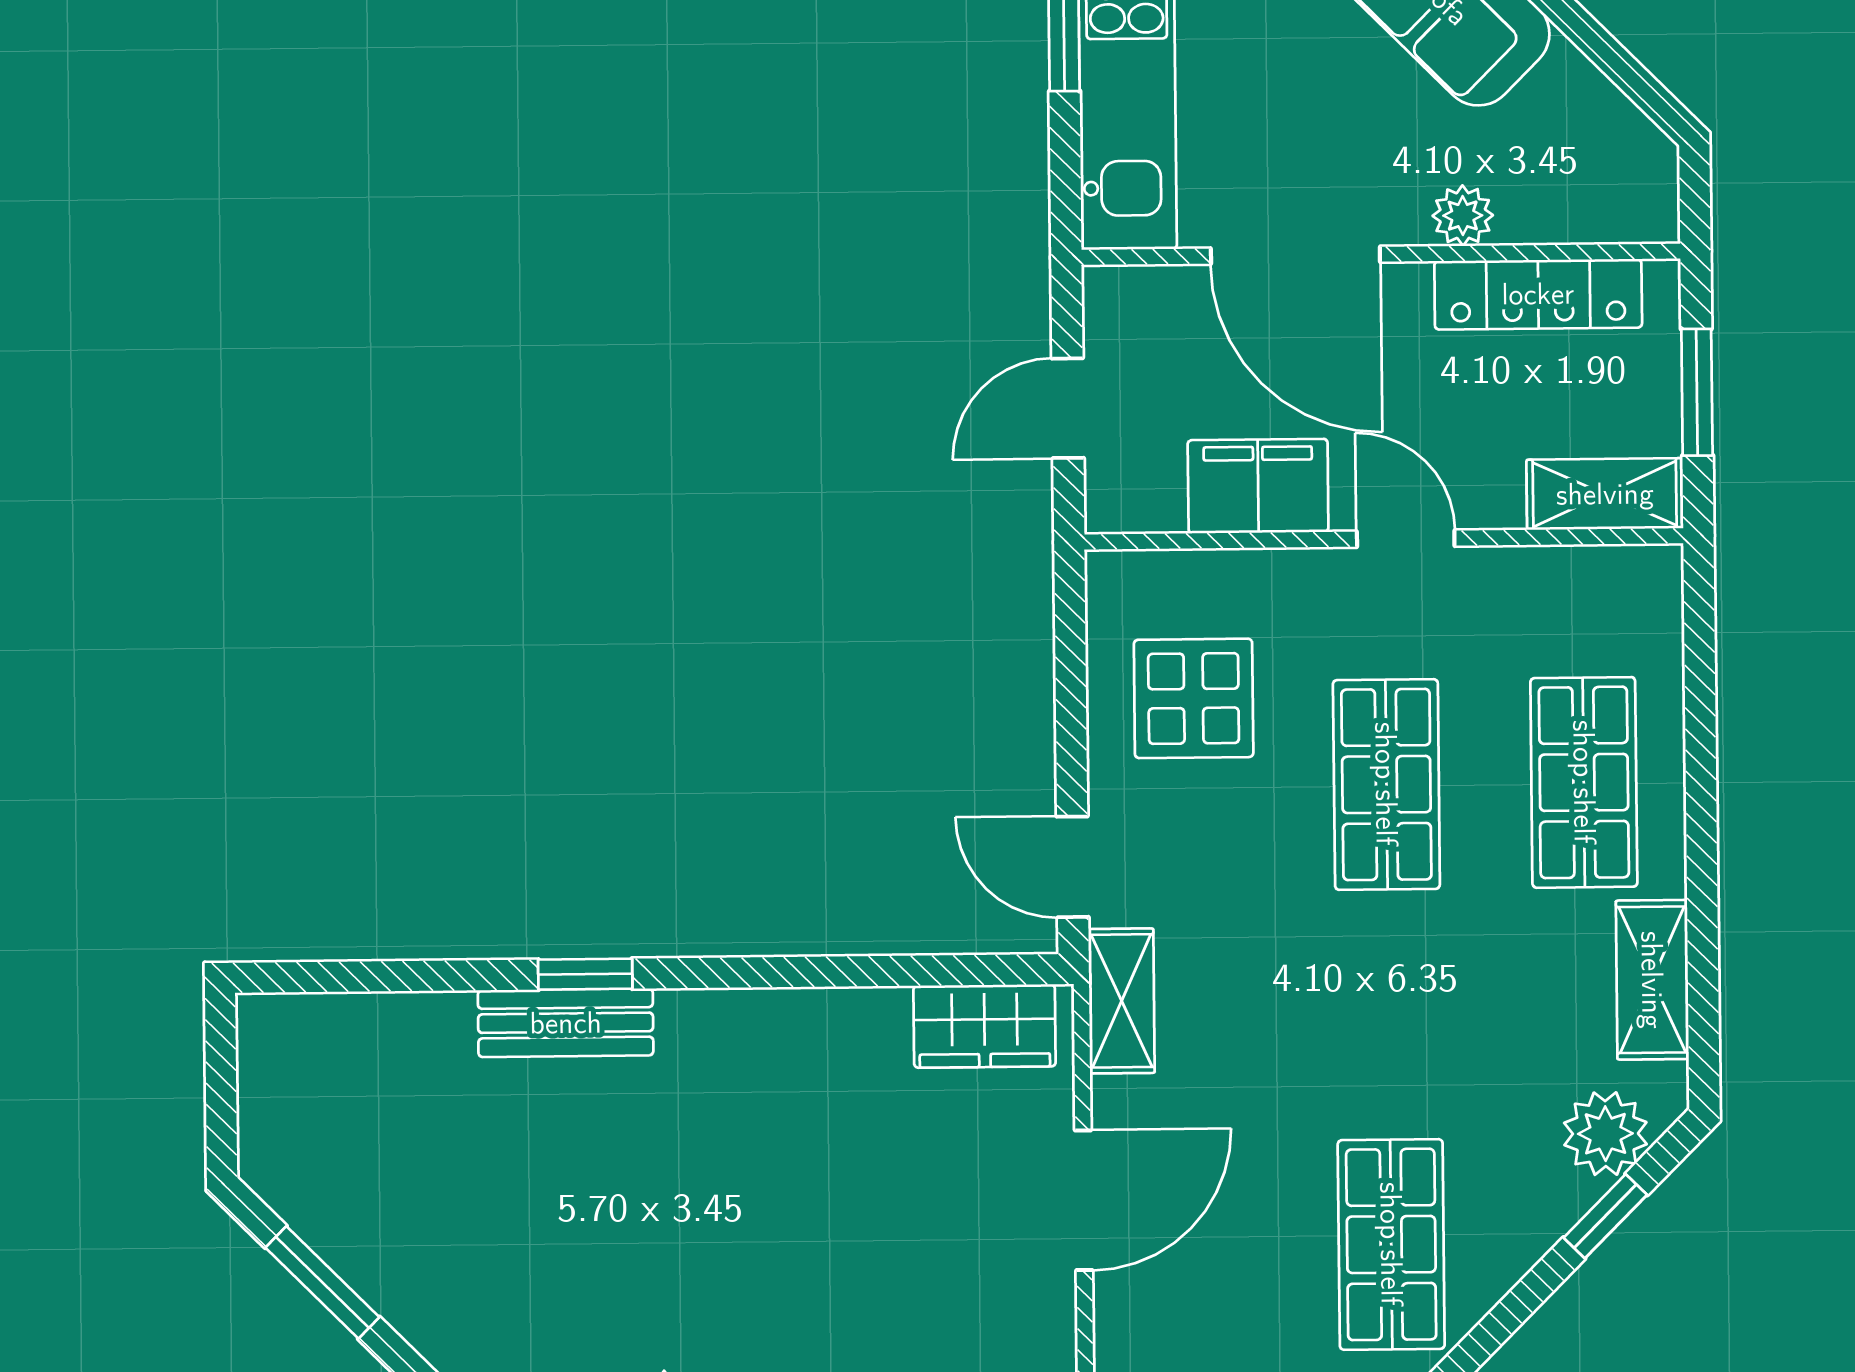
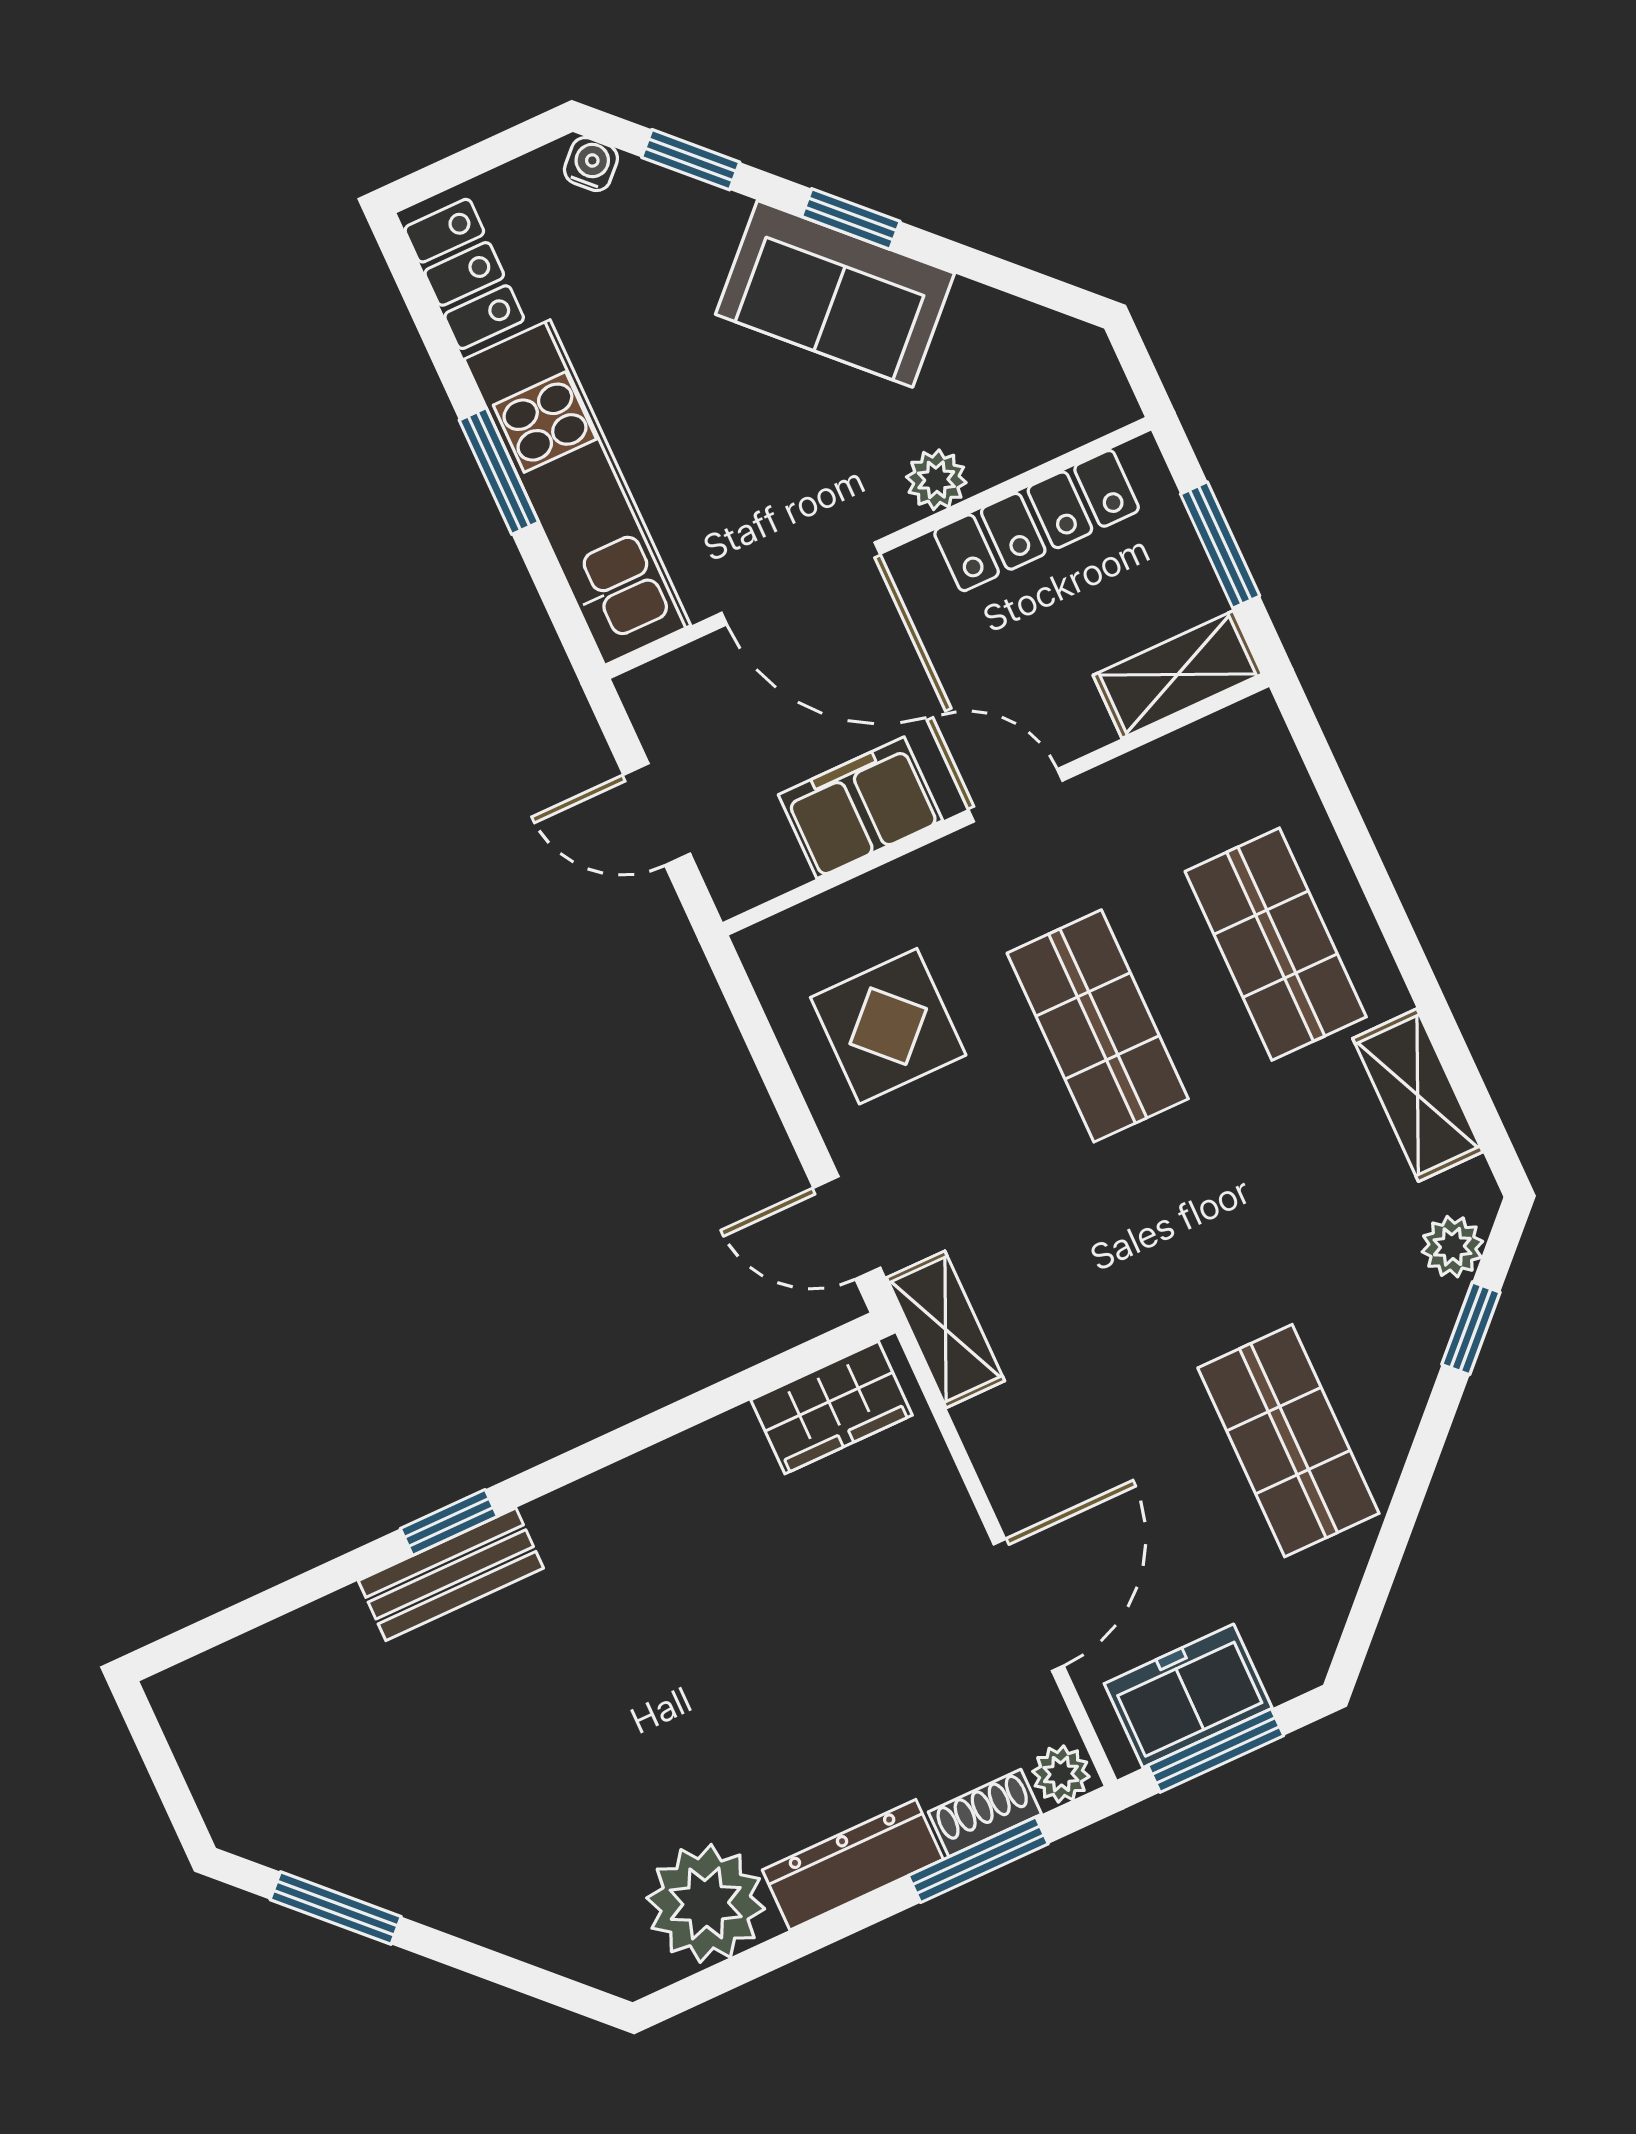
door: (1068, 408) -> (657, 814), hinge flipped
plant: (1605, 1134) -> (1452, 1247), width x0.73, depth x0.73
door: (1084, 1200) -> (1029, 1605), moved

